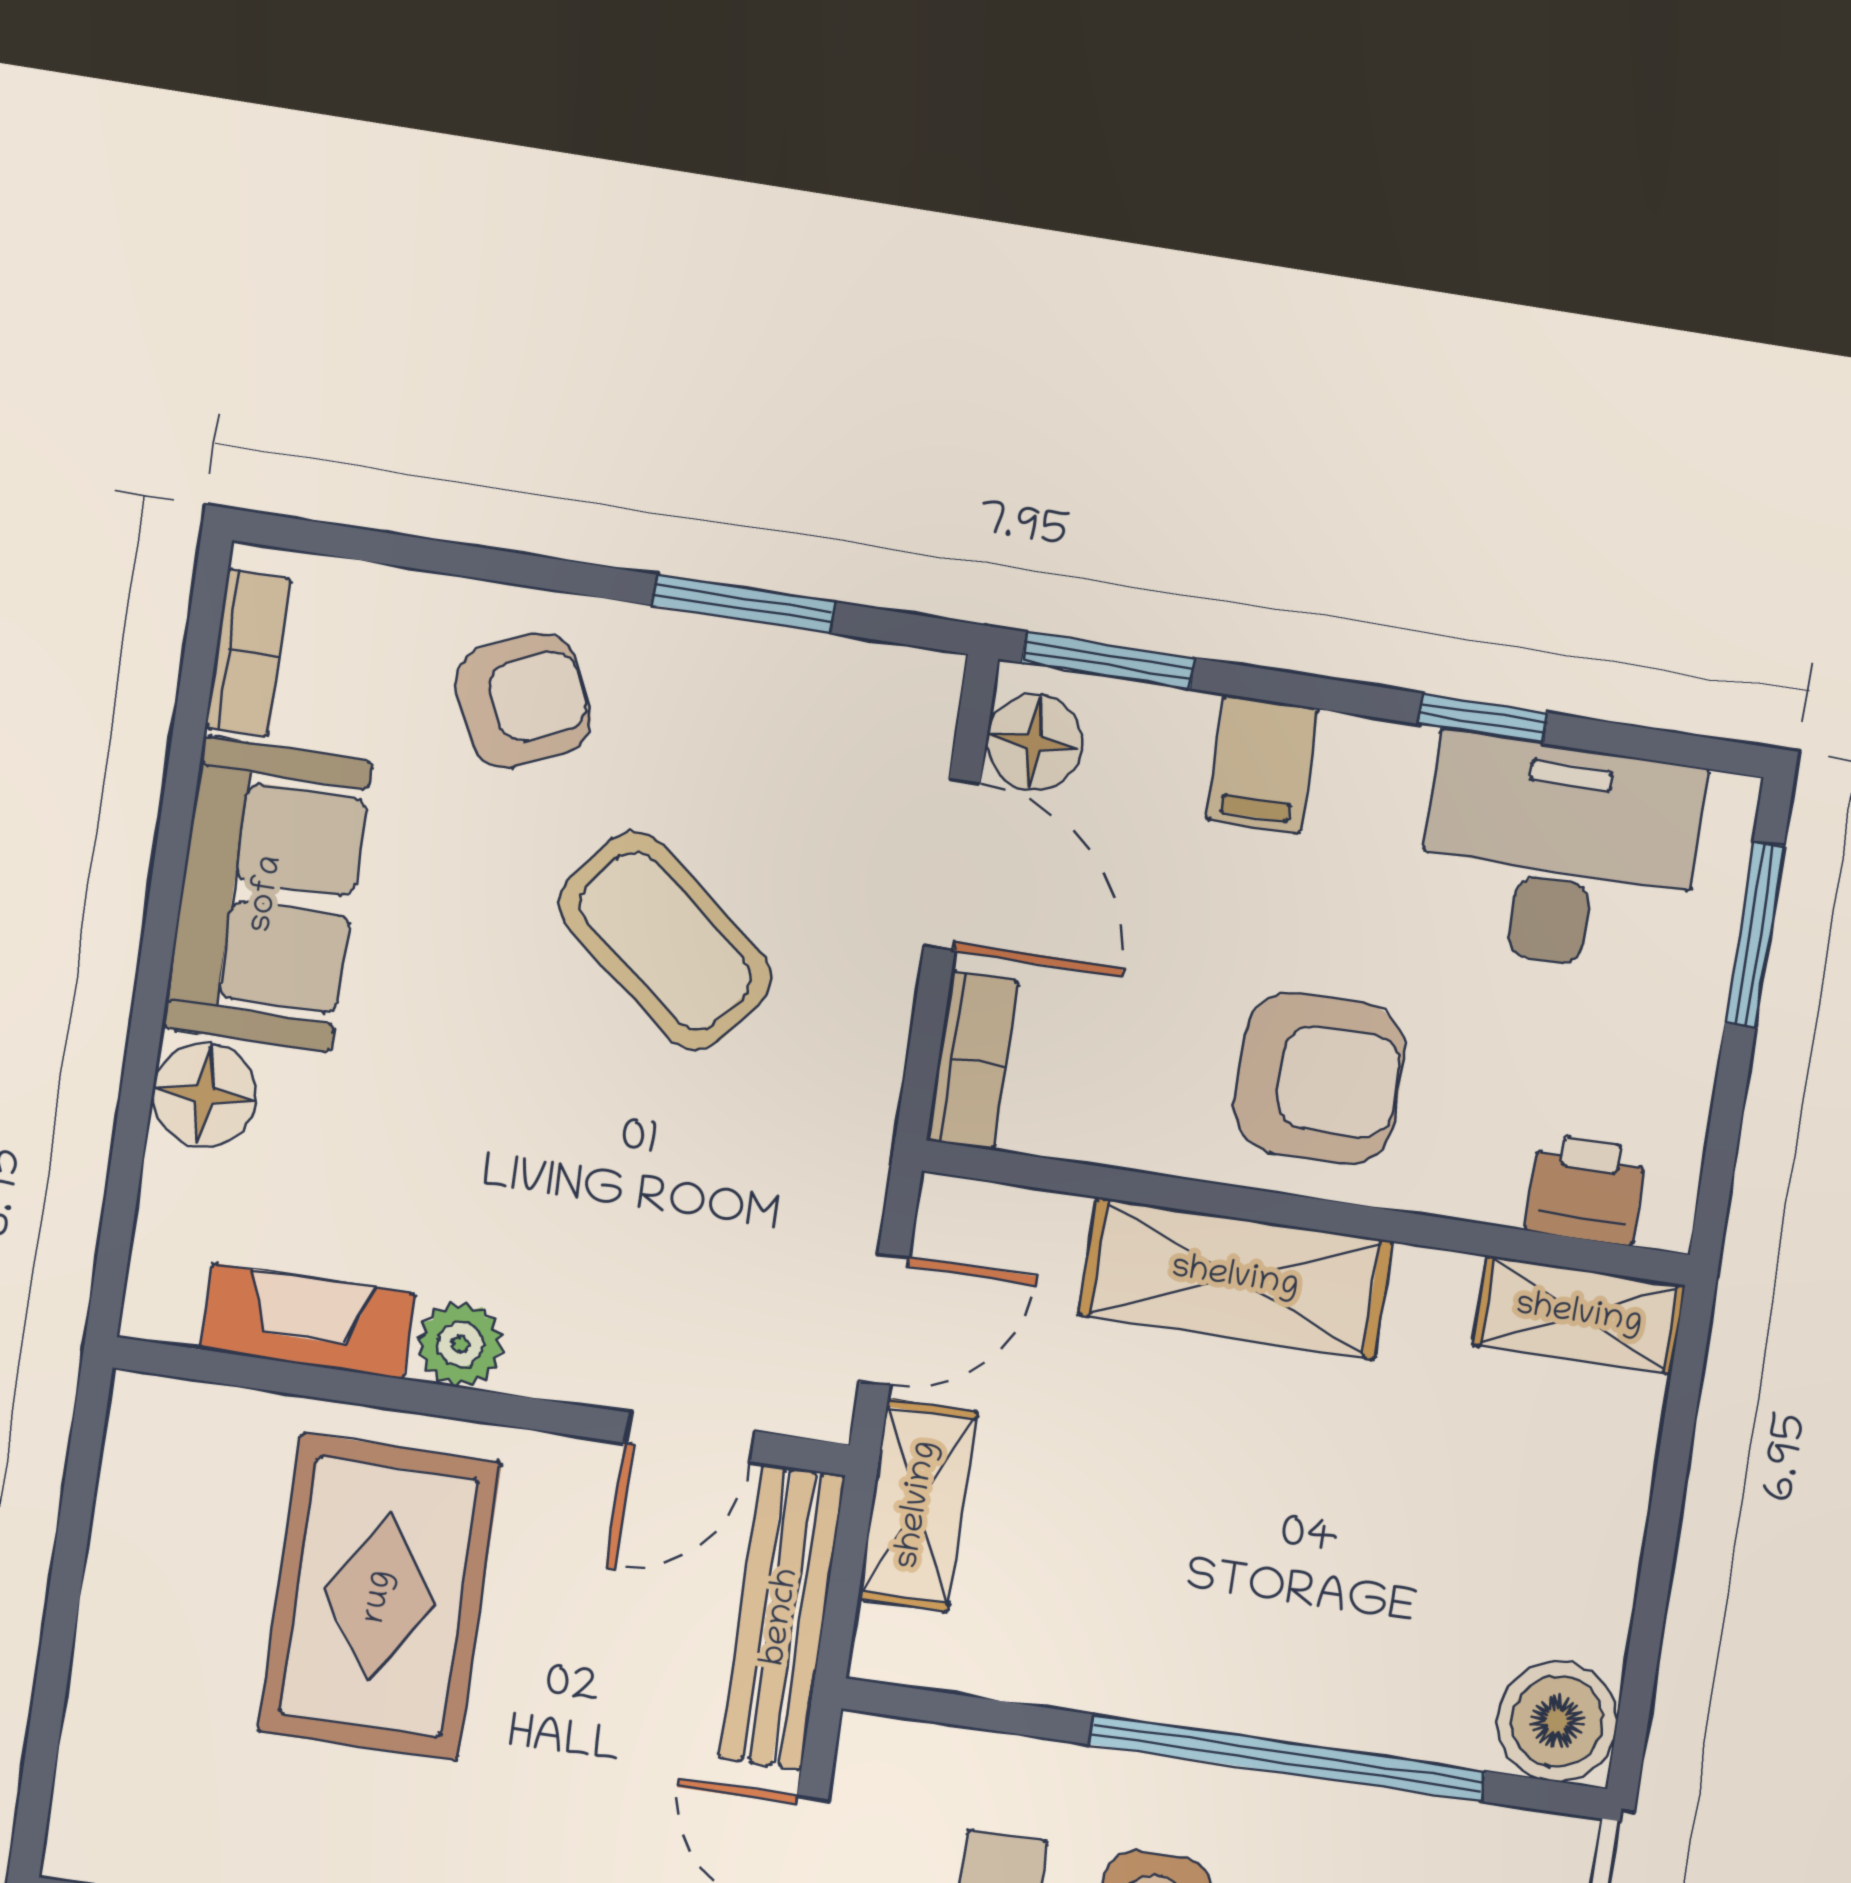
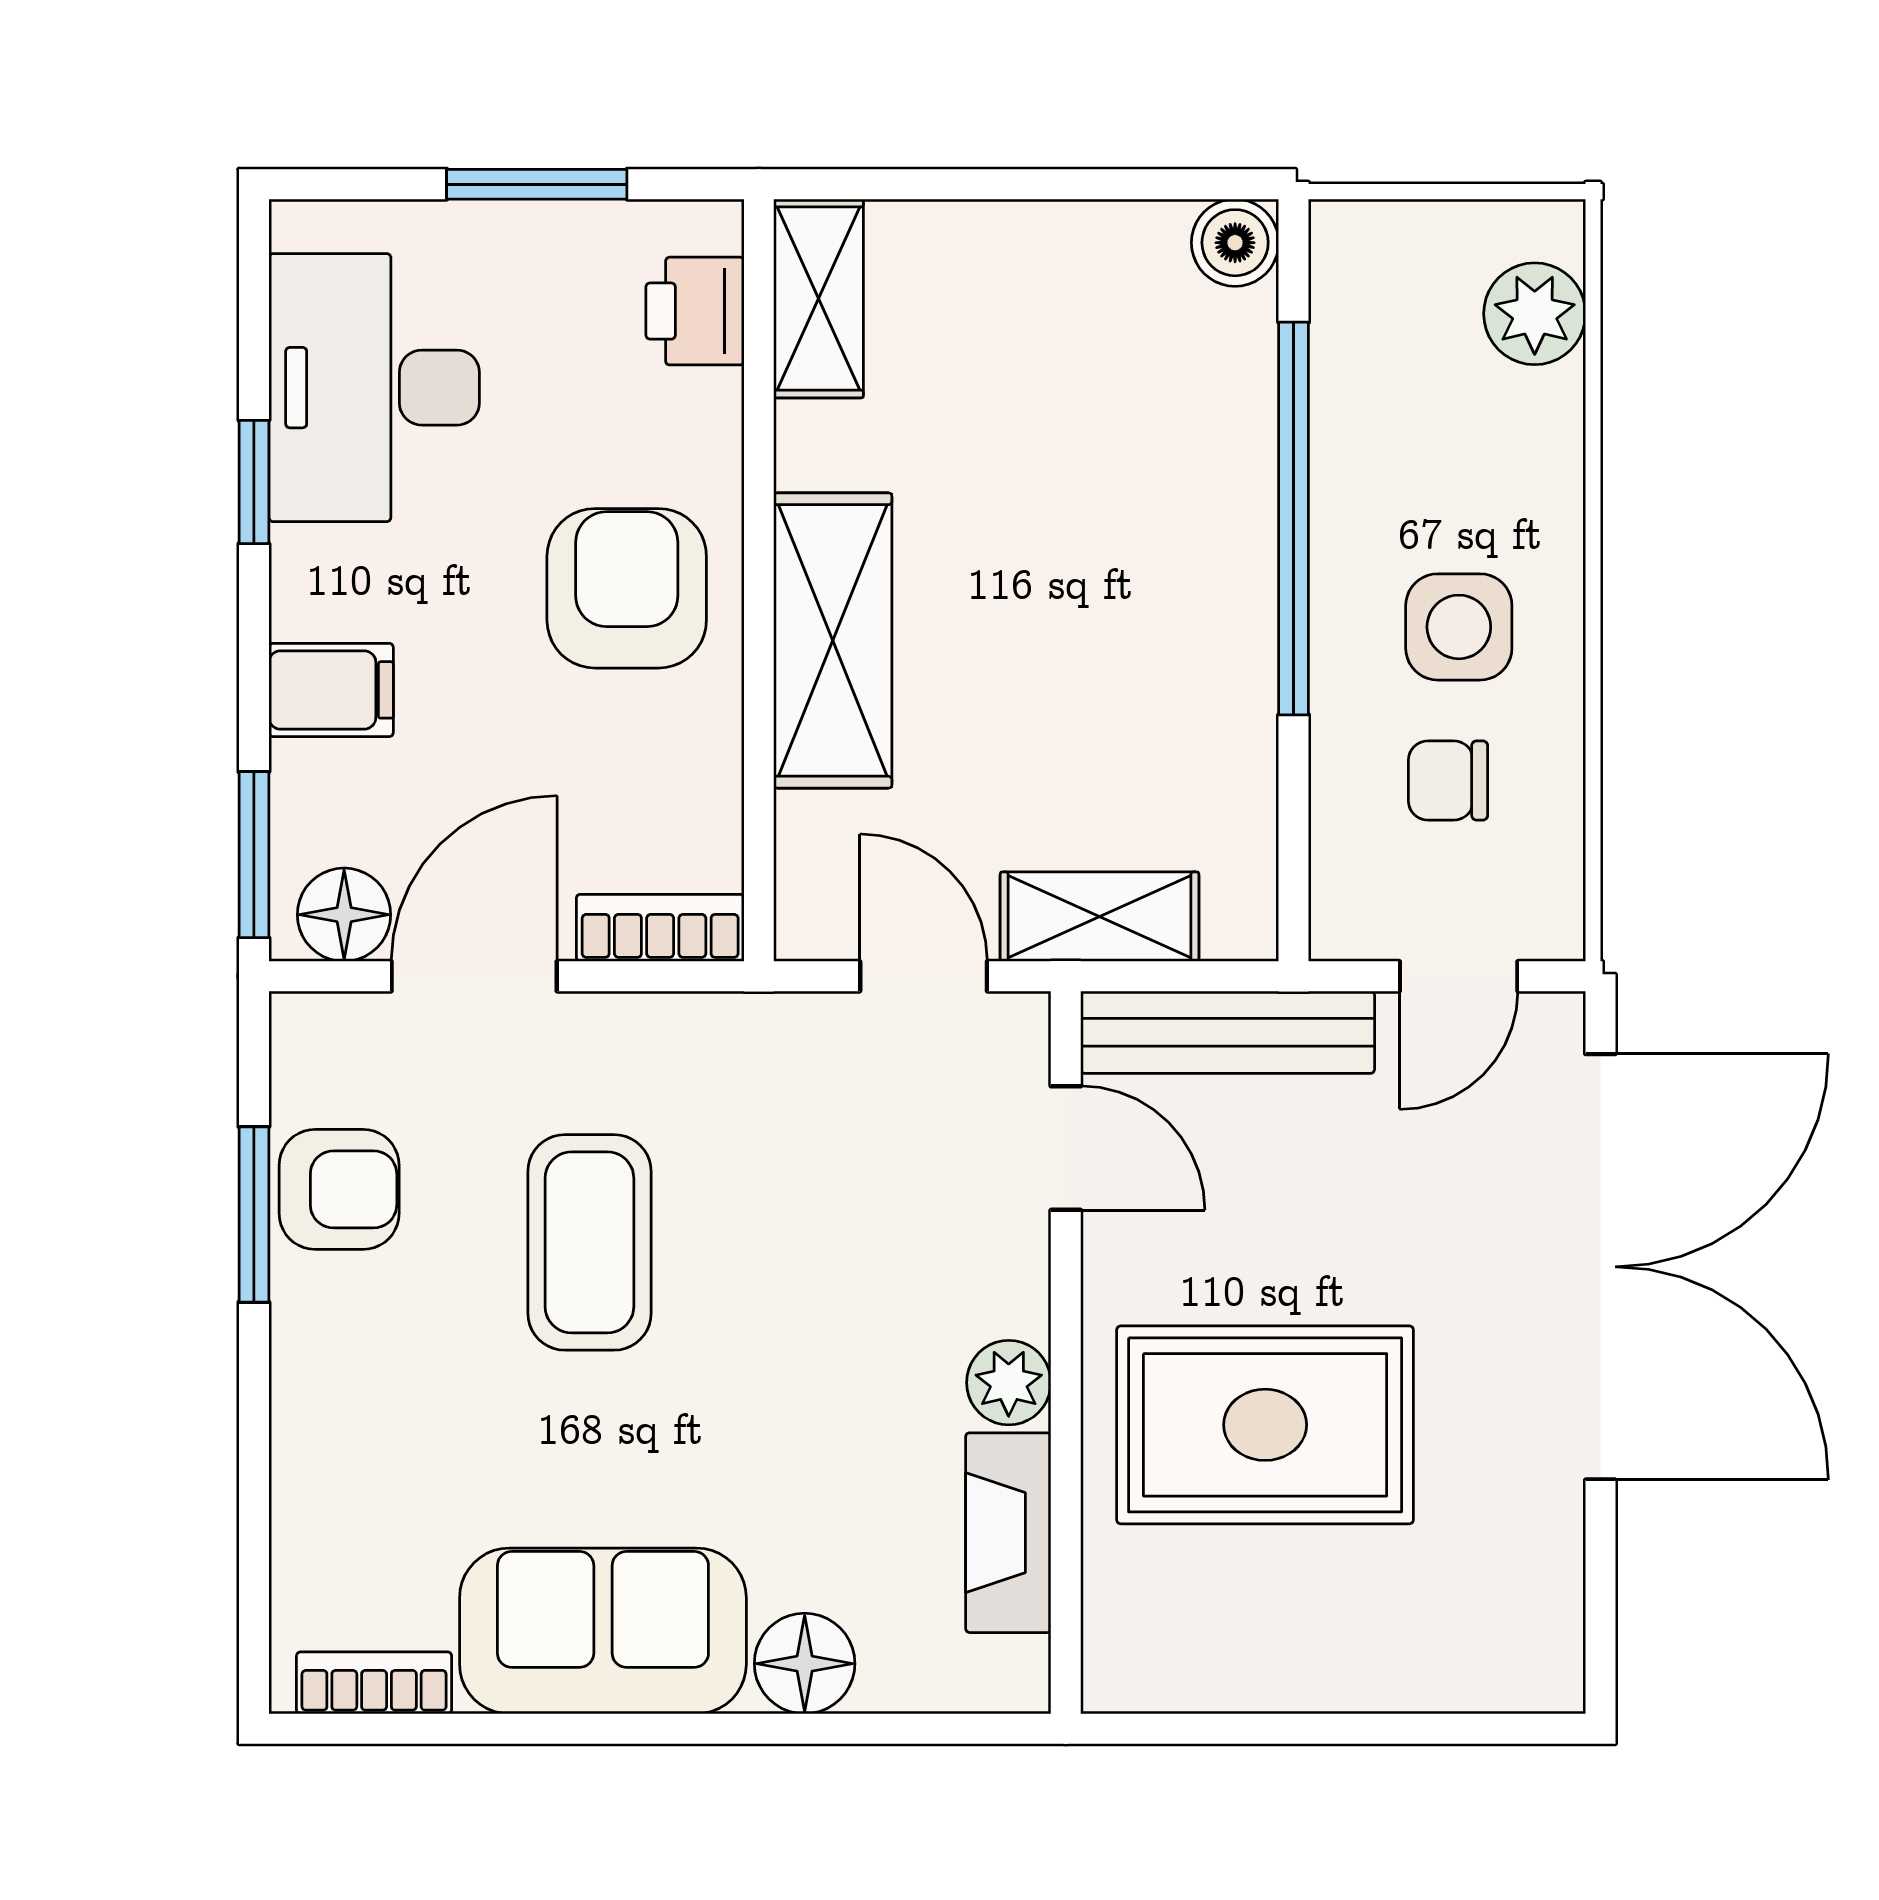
armchair: (523, 701) -> (339, 1189), moved, turned 114
window: (1754, 935) -> (537, 184), moved
coffee table: (665, 941) -> (589, 1242), turned -39
boiler: (1557, 1721) -> (1235, 243), width x0.73, depth x0.73

